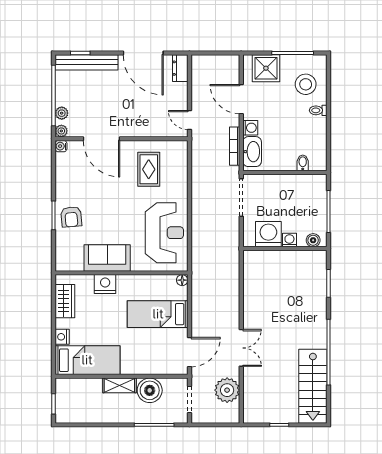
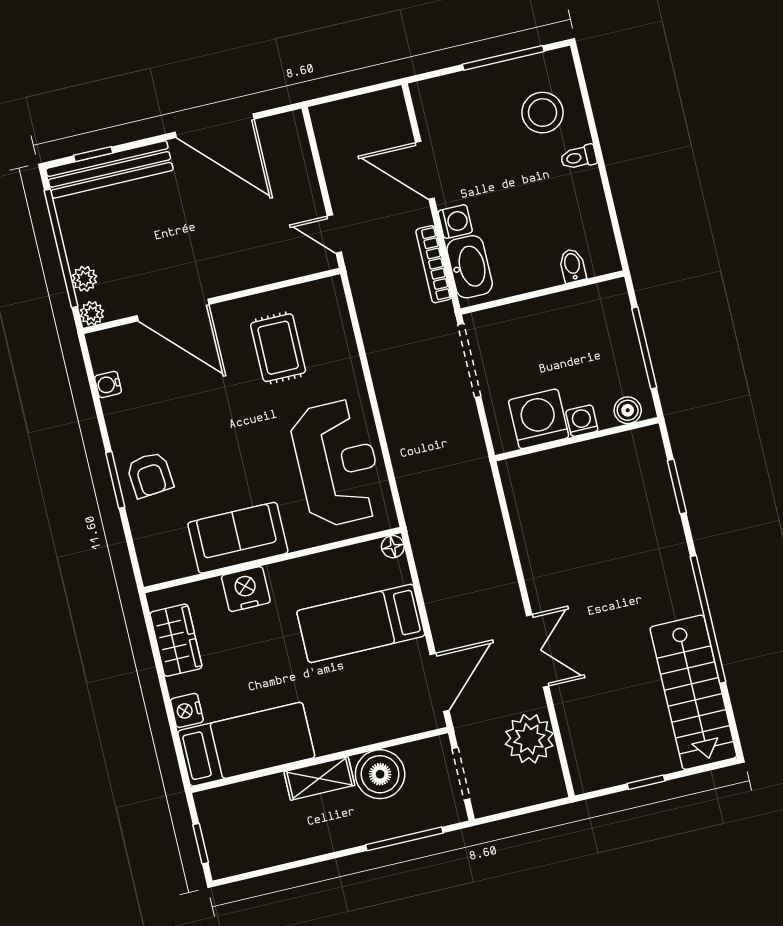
dresser: (180, 68) -> (293, 138), removed
shower: (266, 68) -> (459, 99), removed
water cooler: (61, 146) -> (108, 384), moved

